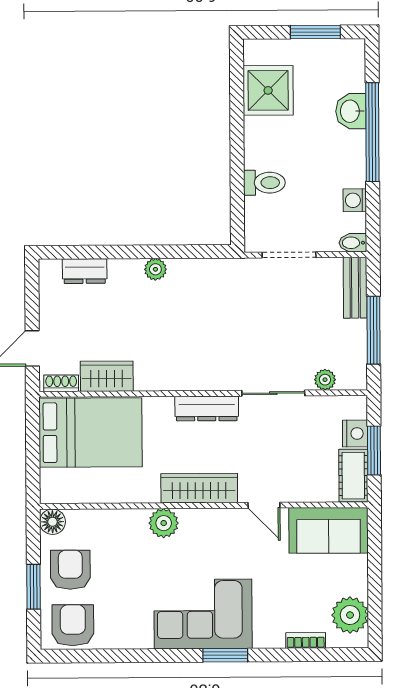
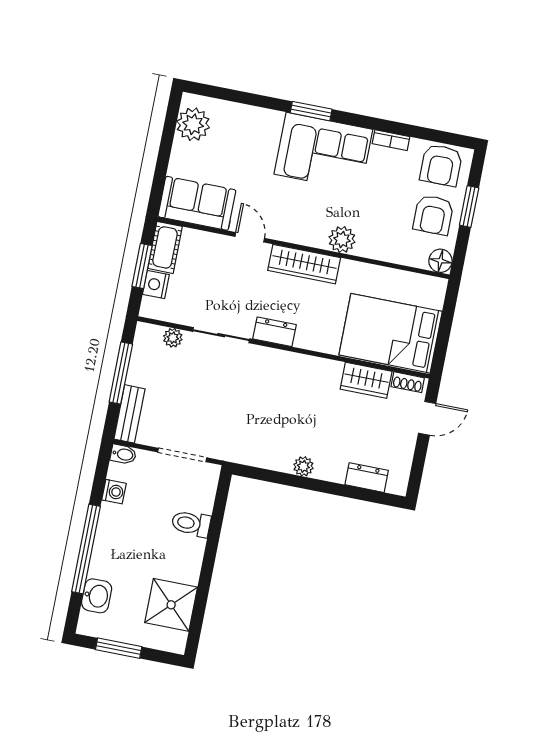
washbasin: (351, 111) -> (97, 596), moved
dresser: (207, 408) -> (274, 332), width x0.70
bookcase: (306, 640) -> (391, 140), moved

